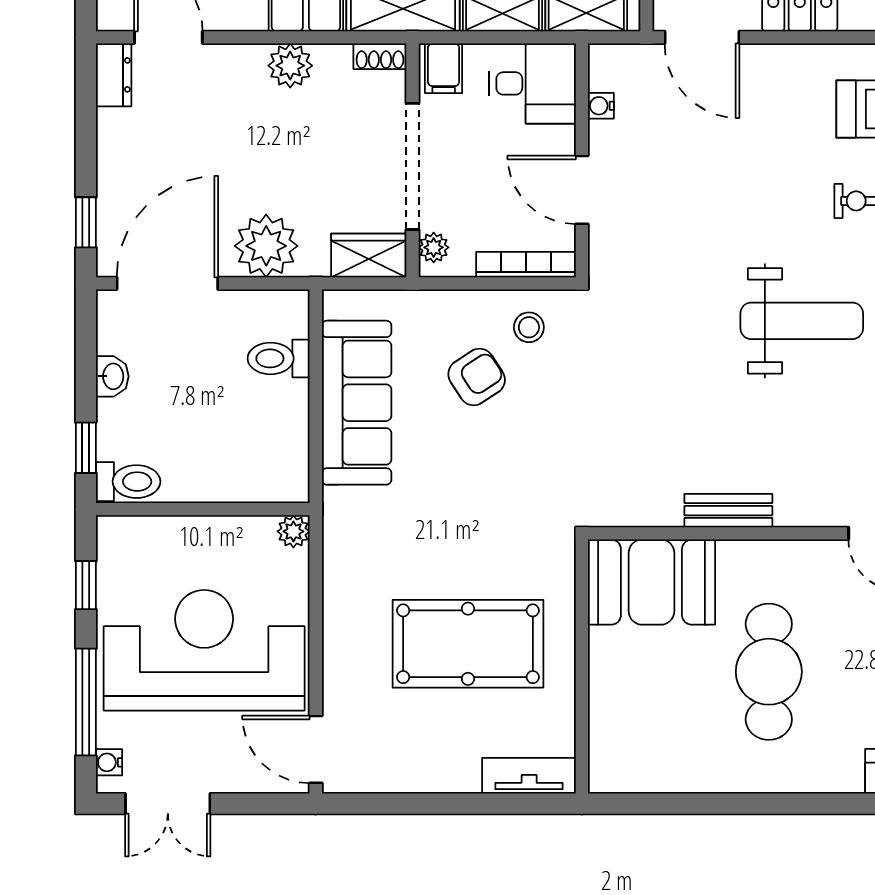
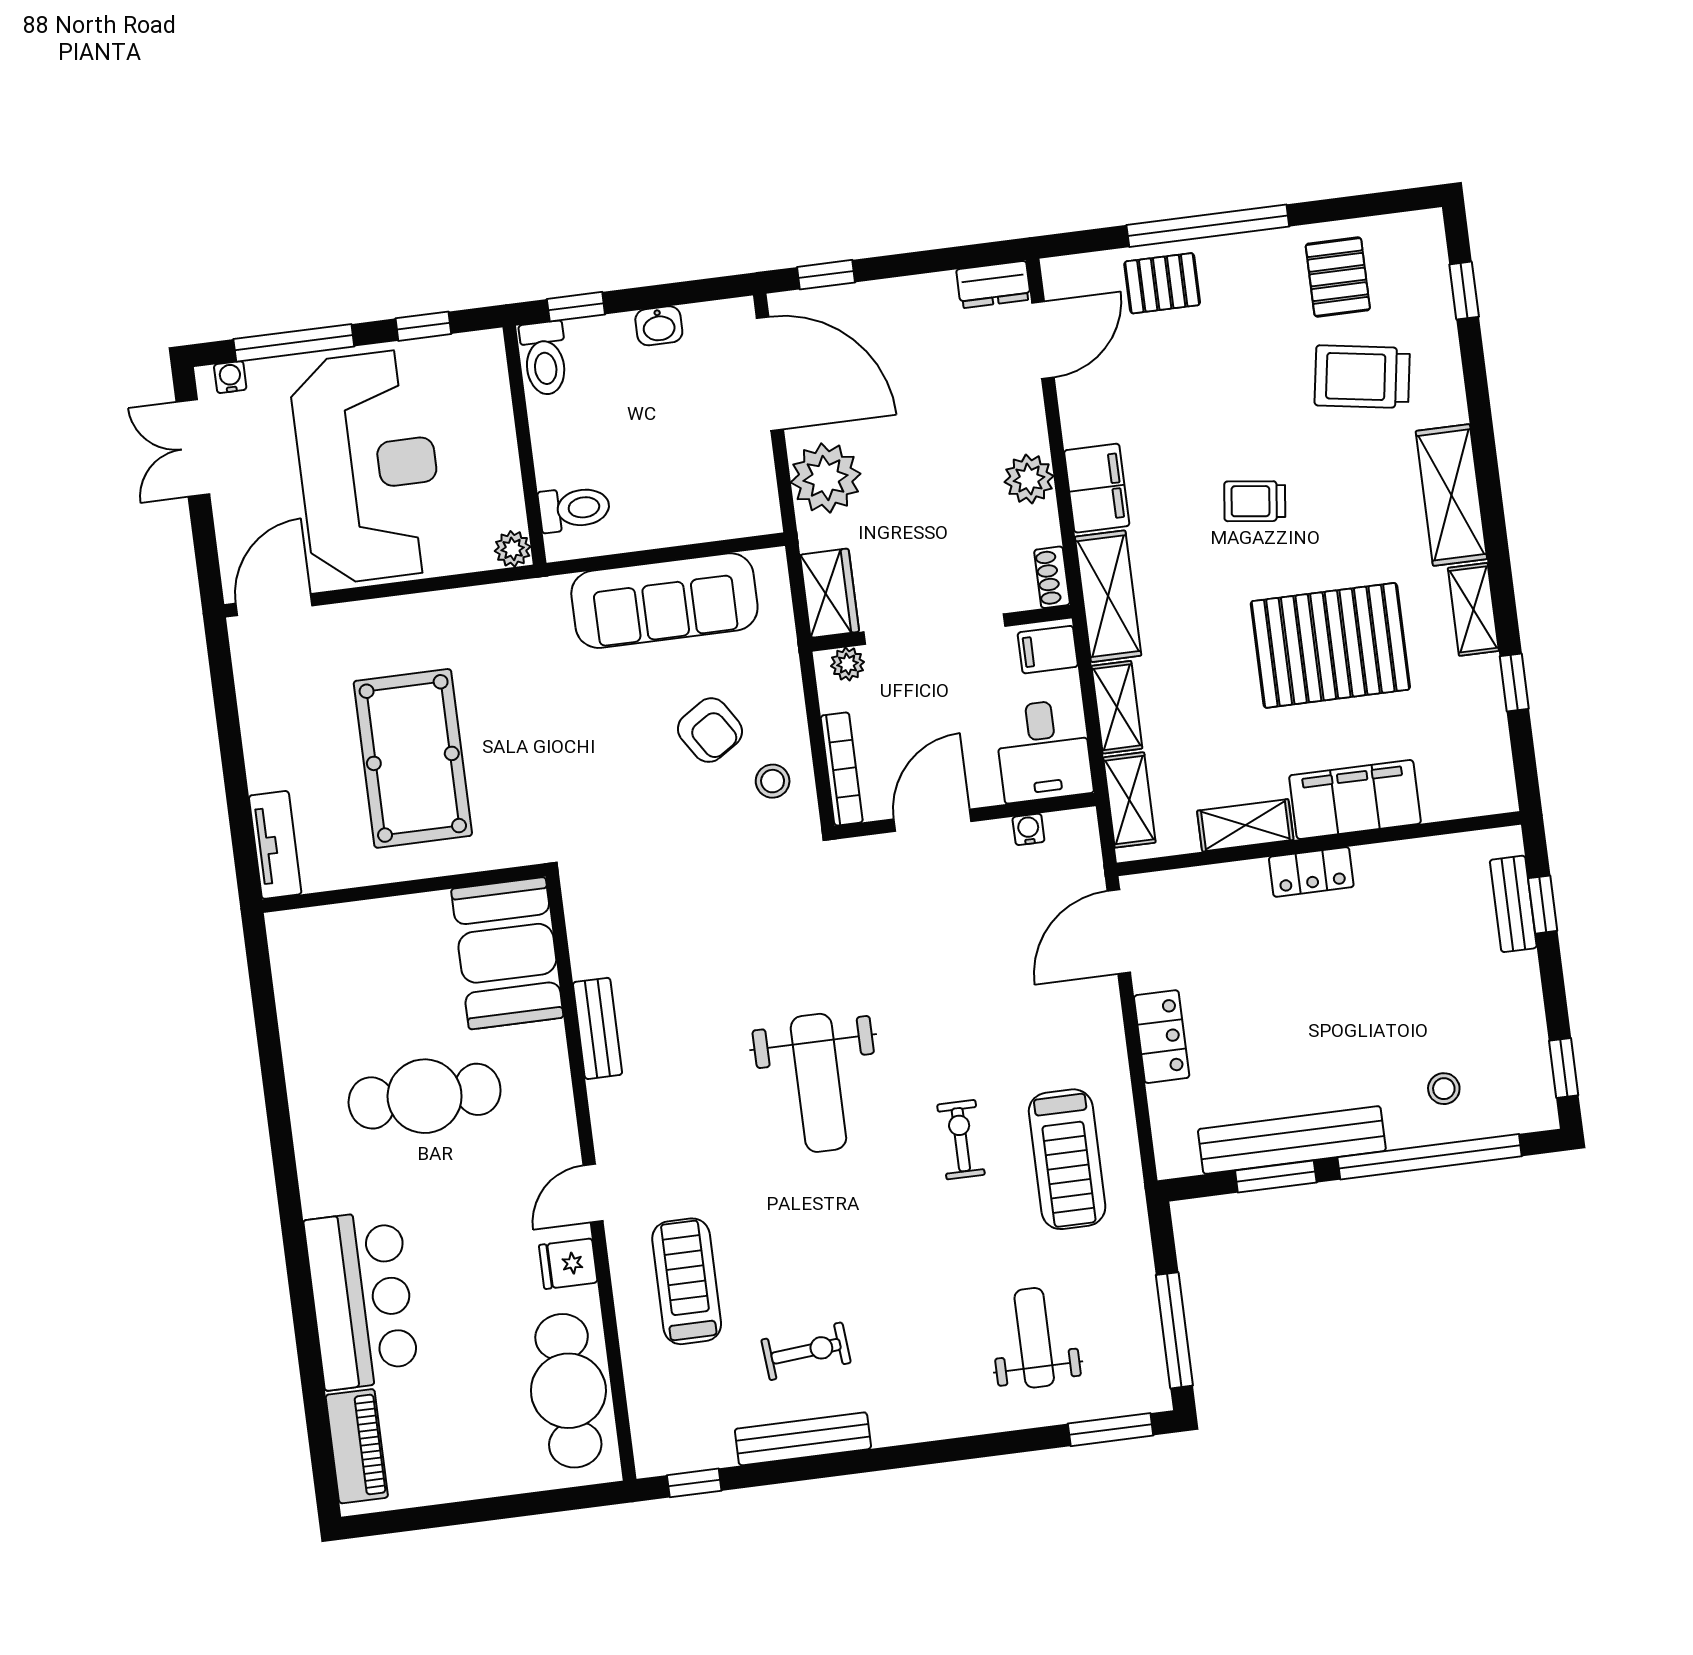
toilet: (279, 358) -> (574, 509), moved, turned 90

